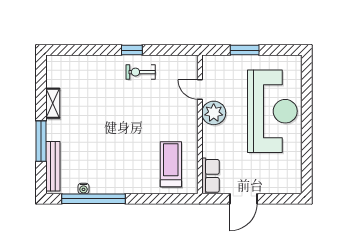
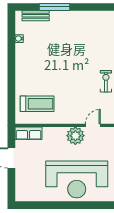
shelving: (53, 103) -> (83, 16), removed
bench: (53, 166) -> (36, 16), width x0.73
window: (94, 199) -> (11, 46), removed

